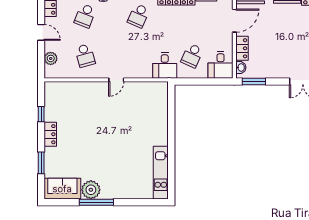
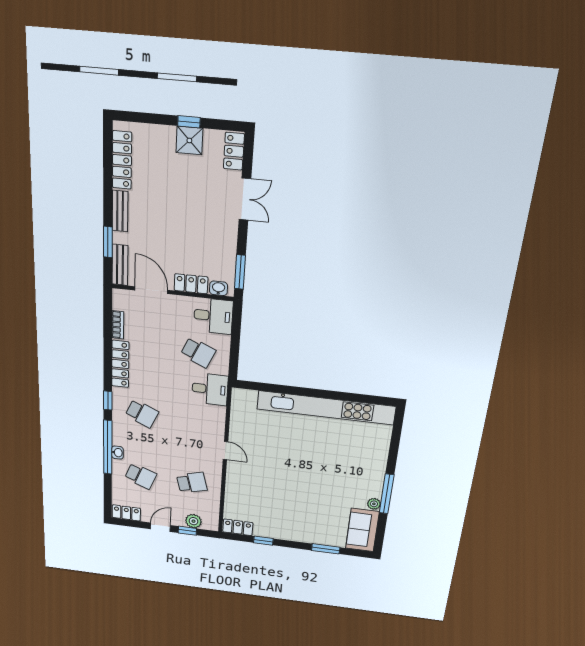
window: (41, 54) -> (187, 531), added
locker: (50, 134) -> (238, 527), moved
kitchen unit: (161, 173) -> (326, 408), width x1.86
plant: (91, 190) -> (374, 504), width x0.53, depth x0.53

